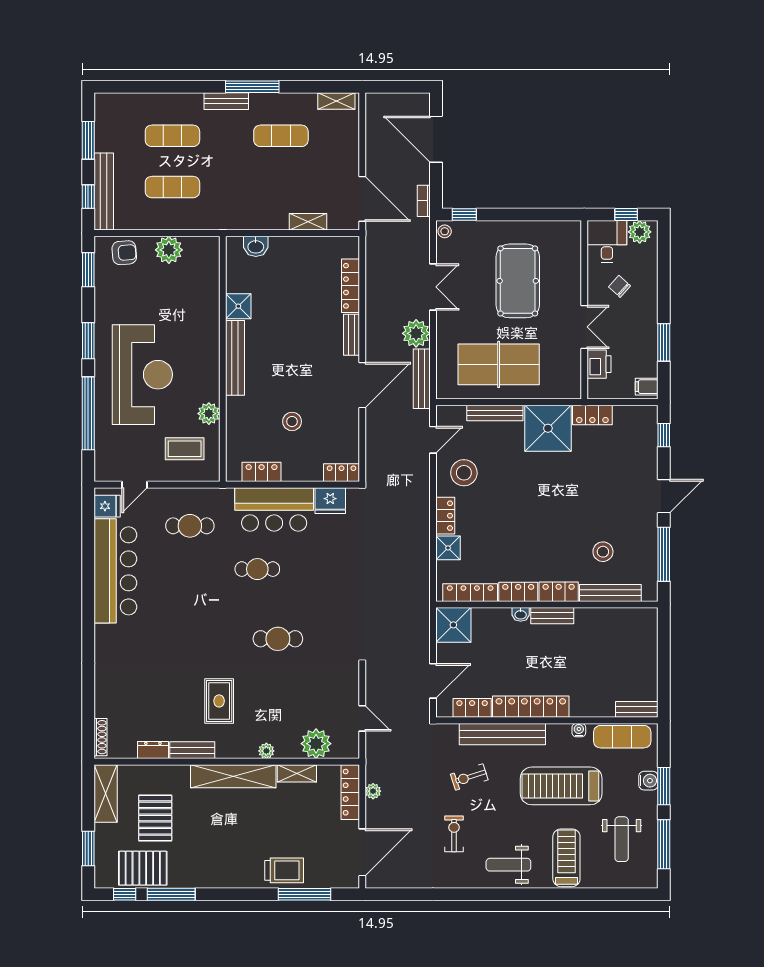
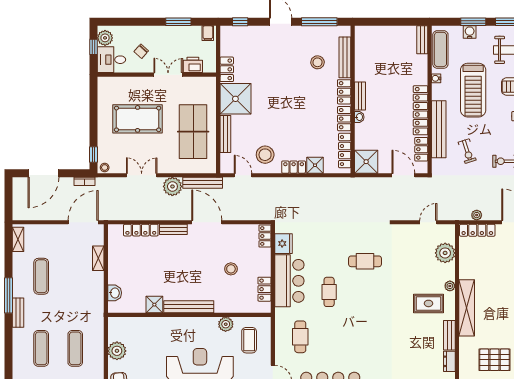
cafe table: (278, 639) -> (365, 261), moved, turned 90
rug: (219, 701) -> (429, 303), moved
shelving: (297, 773) -> (465, 266), removed

